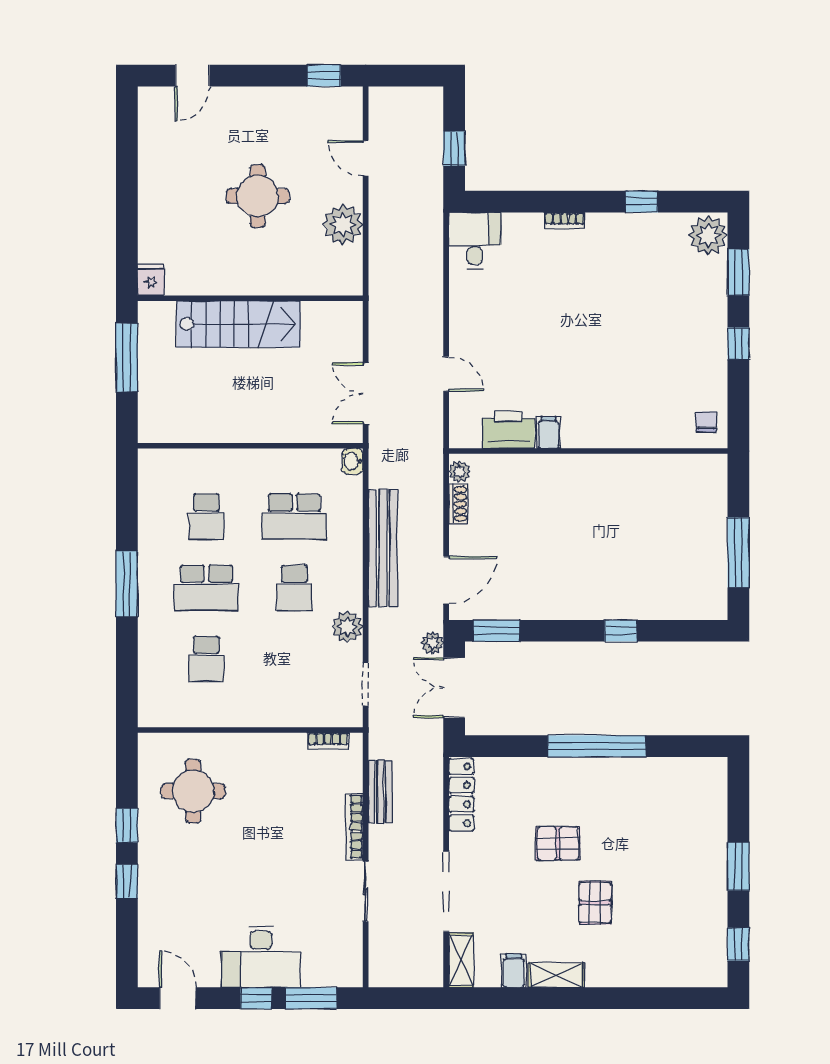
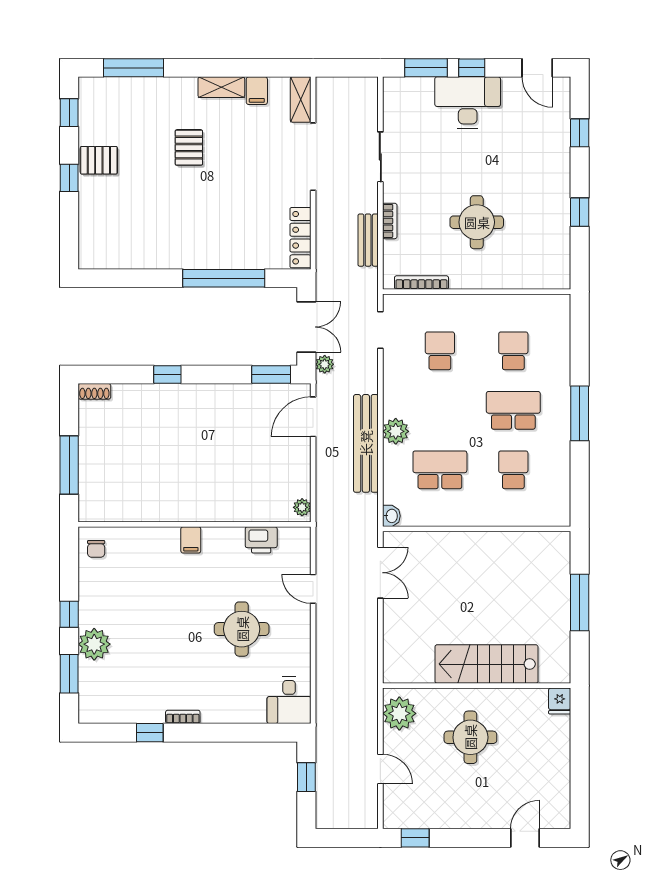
bookcase: (565, 221) -> (183, 717), moved
plant: (708, 235) -> (94, 644), moved
fridge: (151, 280) -> (560, 701), moved
wall: (250, 298) -> (477, 686), moved
stairs: (238, 324) -> (486, 664), moved
round table: (532, 326) -> (242, 629), added
printer: (508, 430) -> (261, 540), width x0.73, depth x0.84
filing cabinet: (549, 433) -> (191, 540), moved
shoe rack: (458, 504) -> (94, 391), moved, turned -90
window: (738, 553) -> (69, 465), moved
school desk: (294, 588) -> (440, 351), moved
plant: (347, 627) -> (396, 431), moved
bookcase: (328, 741) -> (421, 283), width x1.56
window: (597, 746) -> (224, 278), moved
round table: (193, 791) -> (477, 222), moved
bookcase: (354, 827) -> (390, 221), width x0.64
pallet: (558, 844) -> (99, 160), moved
window: (738, 866) -> (69, 178), width x0.67
window: (127, 881) -> (580, 133), moved
window: (661, 998) -> (134, 68), added

